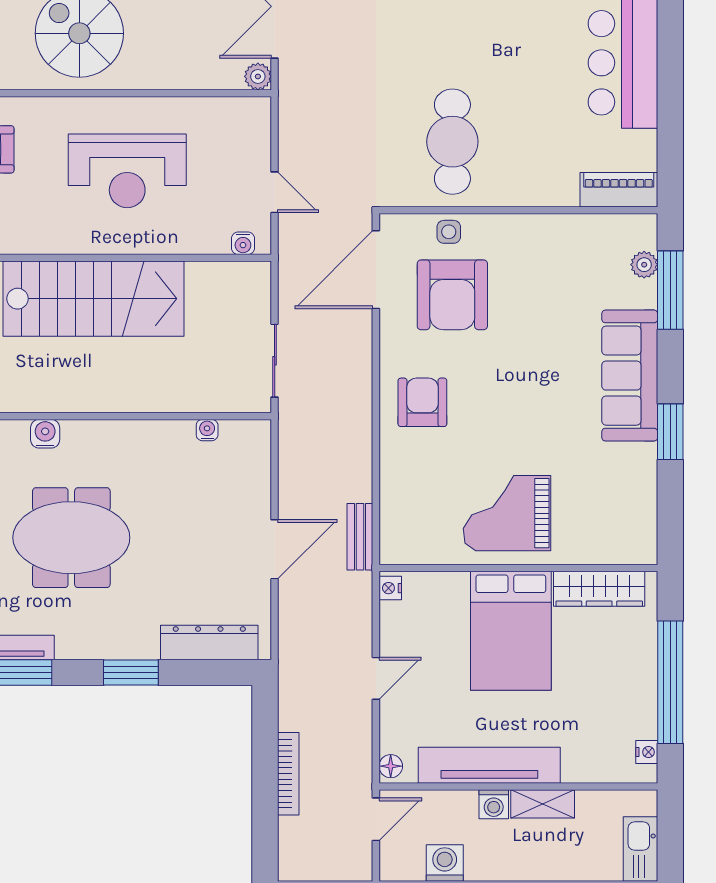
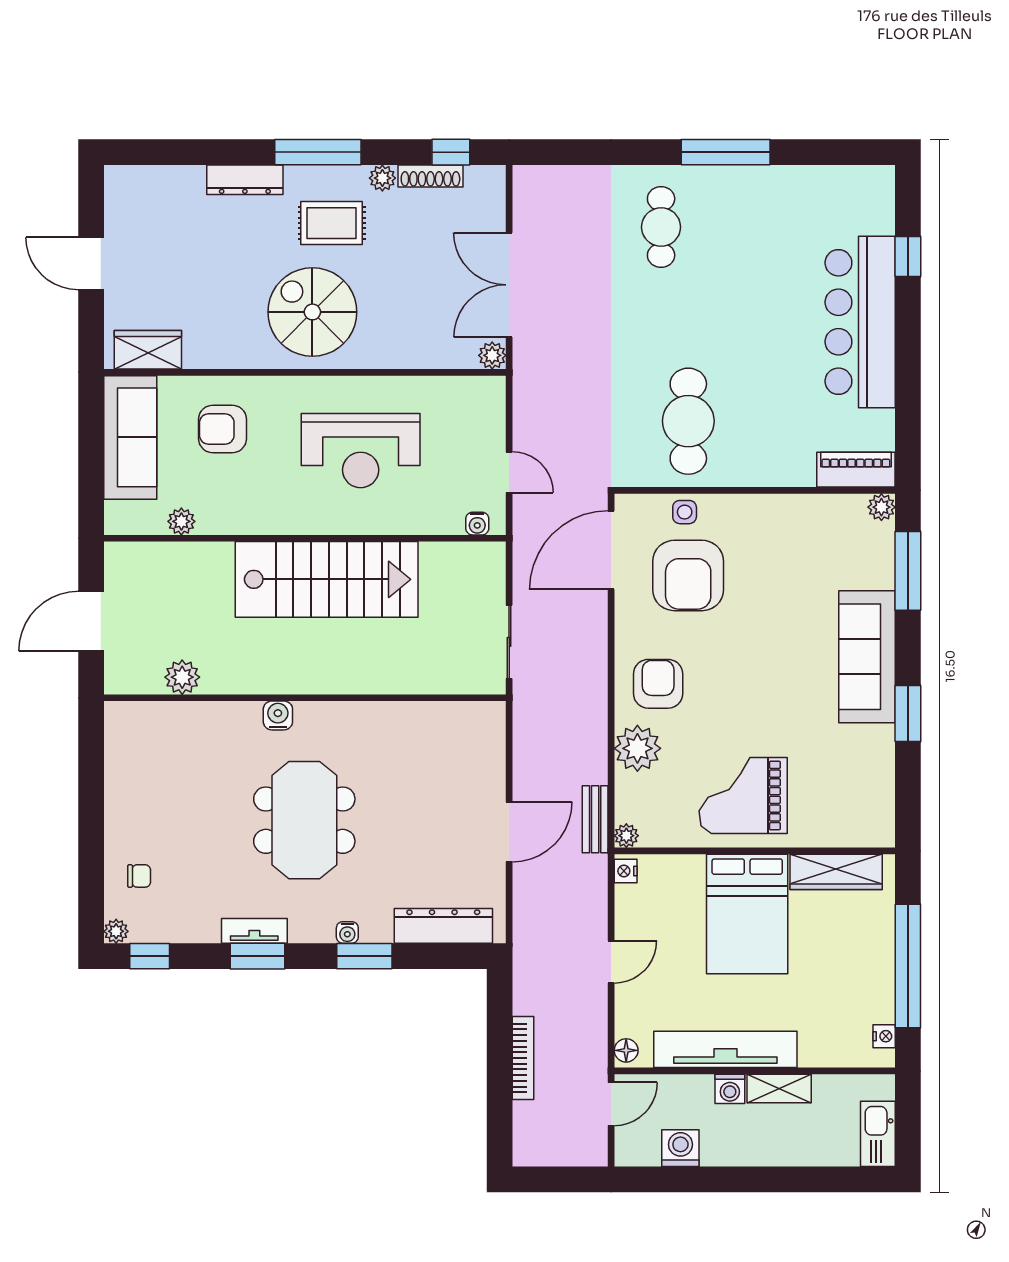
plant: (644, 265) -> (881, 507), moved
water cooler: (207, 430) -> (347, 932), moved, turned 180
plant: (402, 466) -> (637, 748), added
meeting table: (71, 538) -> (304, 820), turned 90
plant: (391, 553) -> (626, 836), added

